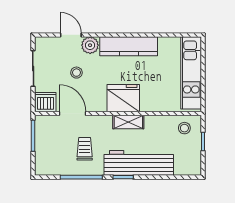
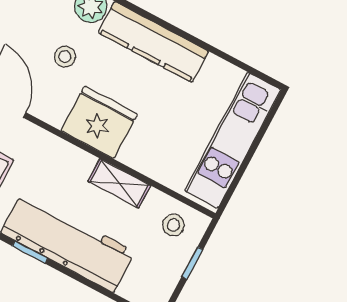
stool: (76, 73) -> (65, 57), moved
shelving: (128, 122) -> (119, 183), moved

